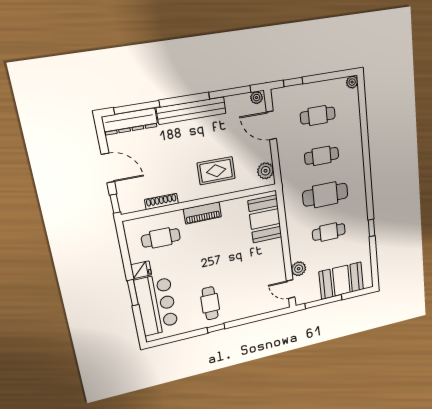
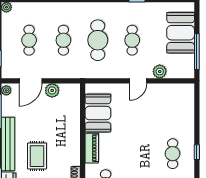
rug: (216, 171) -> (37, 156), moved
plant: (266, 171) -> (52, 90), moved
booth: (265, 219) -> (98, 113), moved, turned 90
door: (291, 289) -> (138, 81), moved
cafe table: (210, 303) -> (173, 154), turned 90

